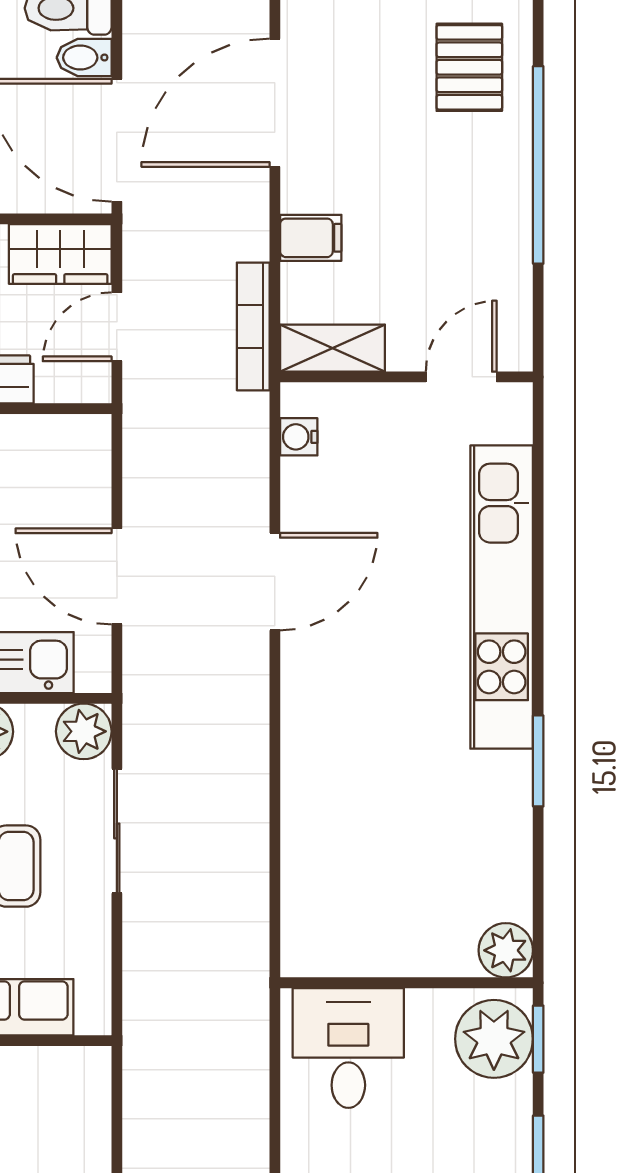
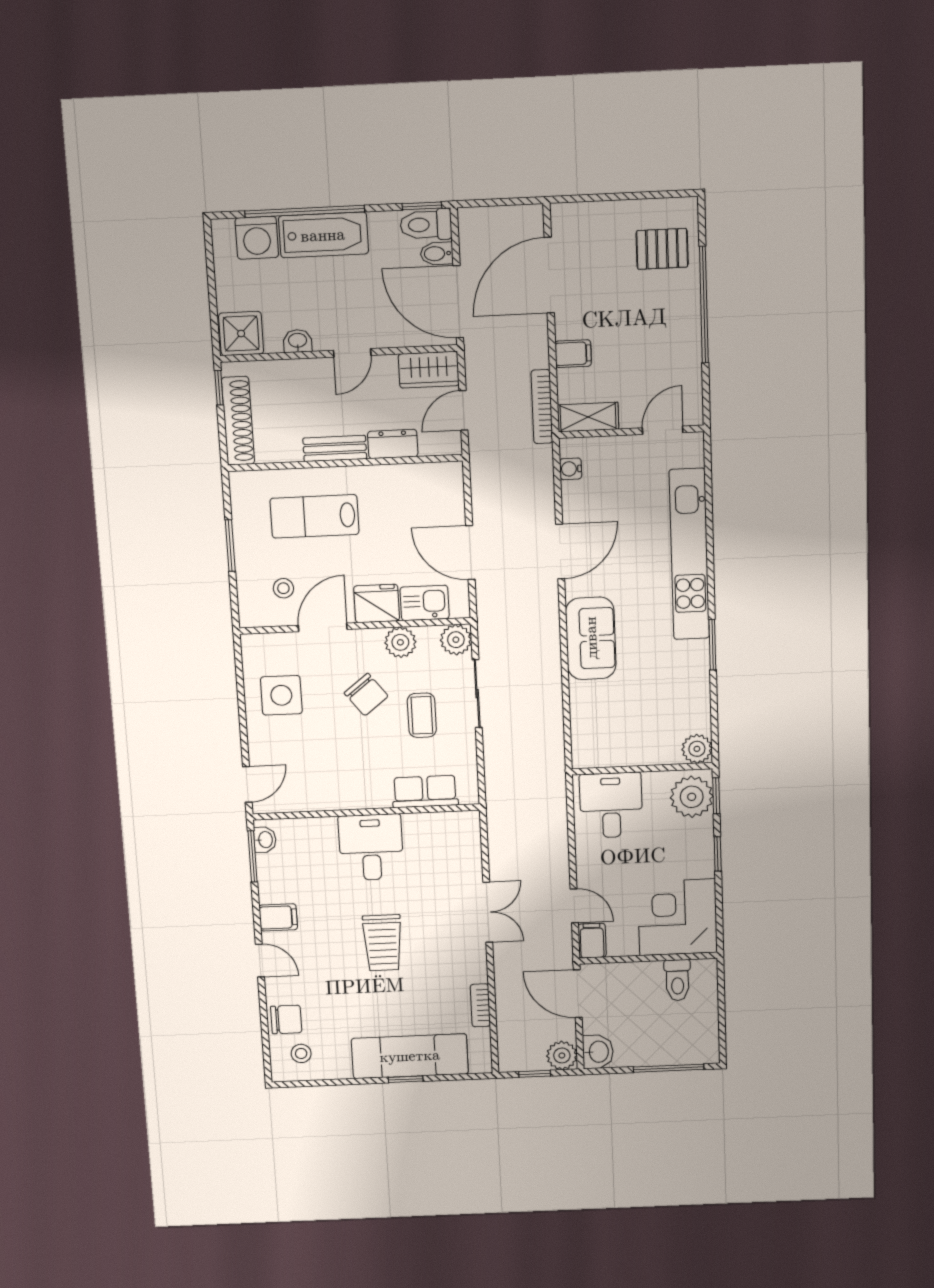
pallet: (469, 67) -> (662, 249), turned 90
sofa: (323, 740) -> (591, 638), added

